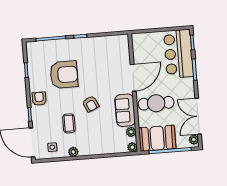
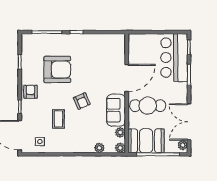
plant: (73, 152) -> (99, 148), moved

